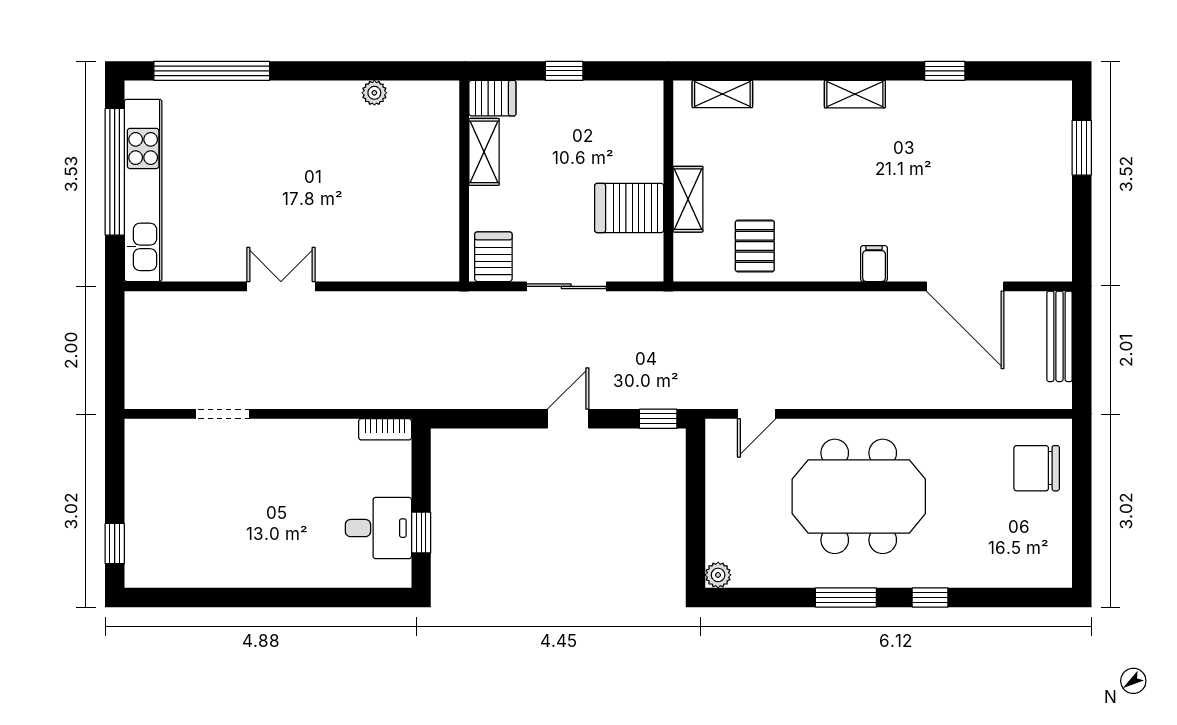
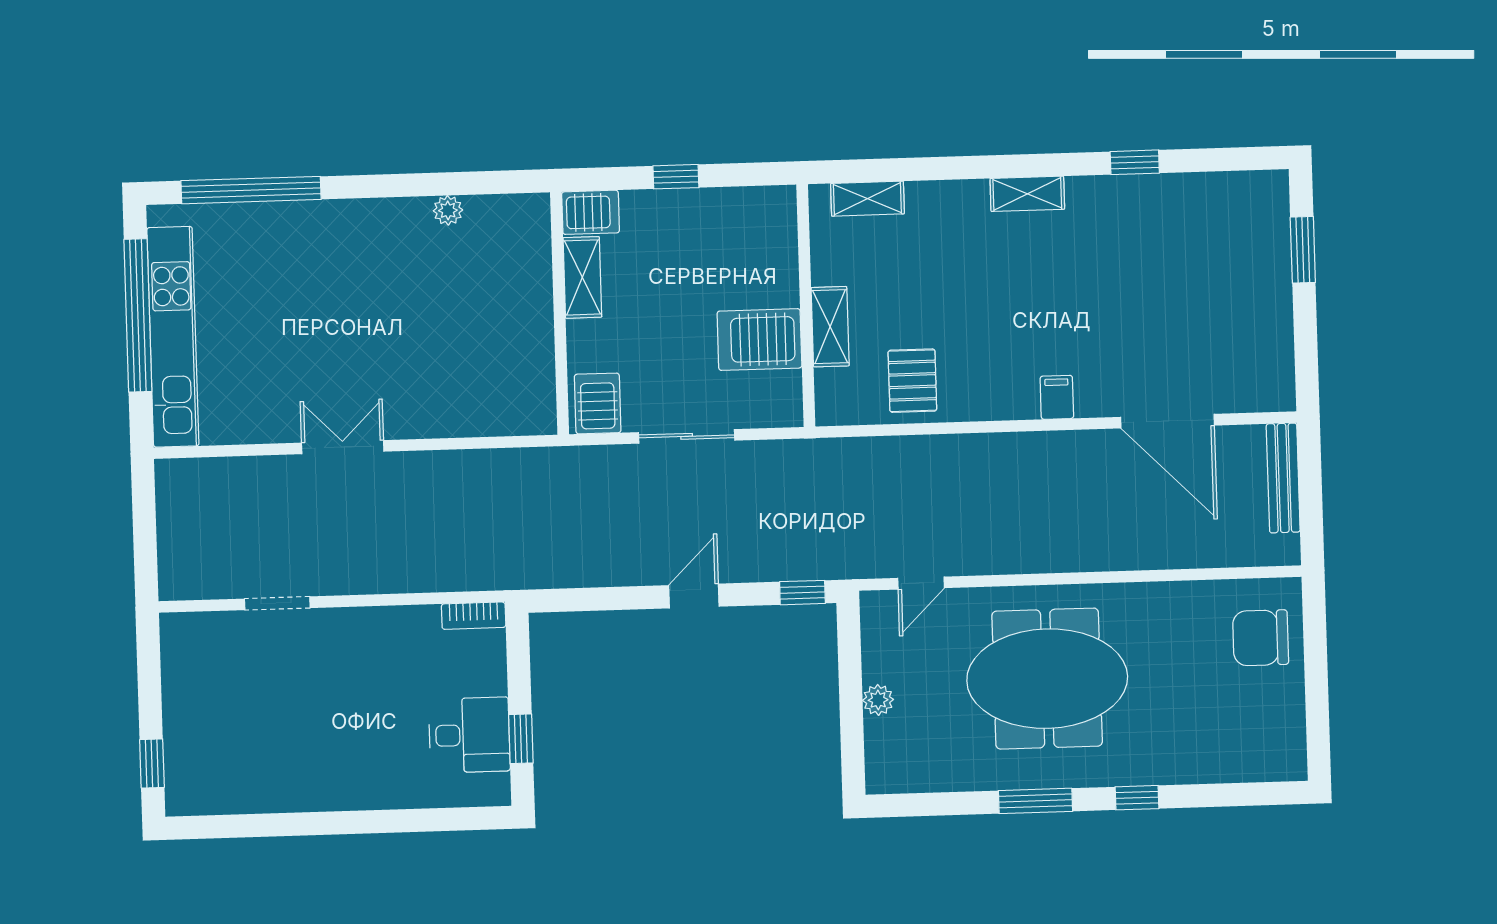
plant: (718, 575) -> (878, 700), moved

